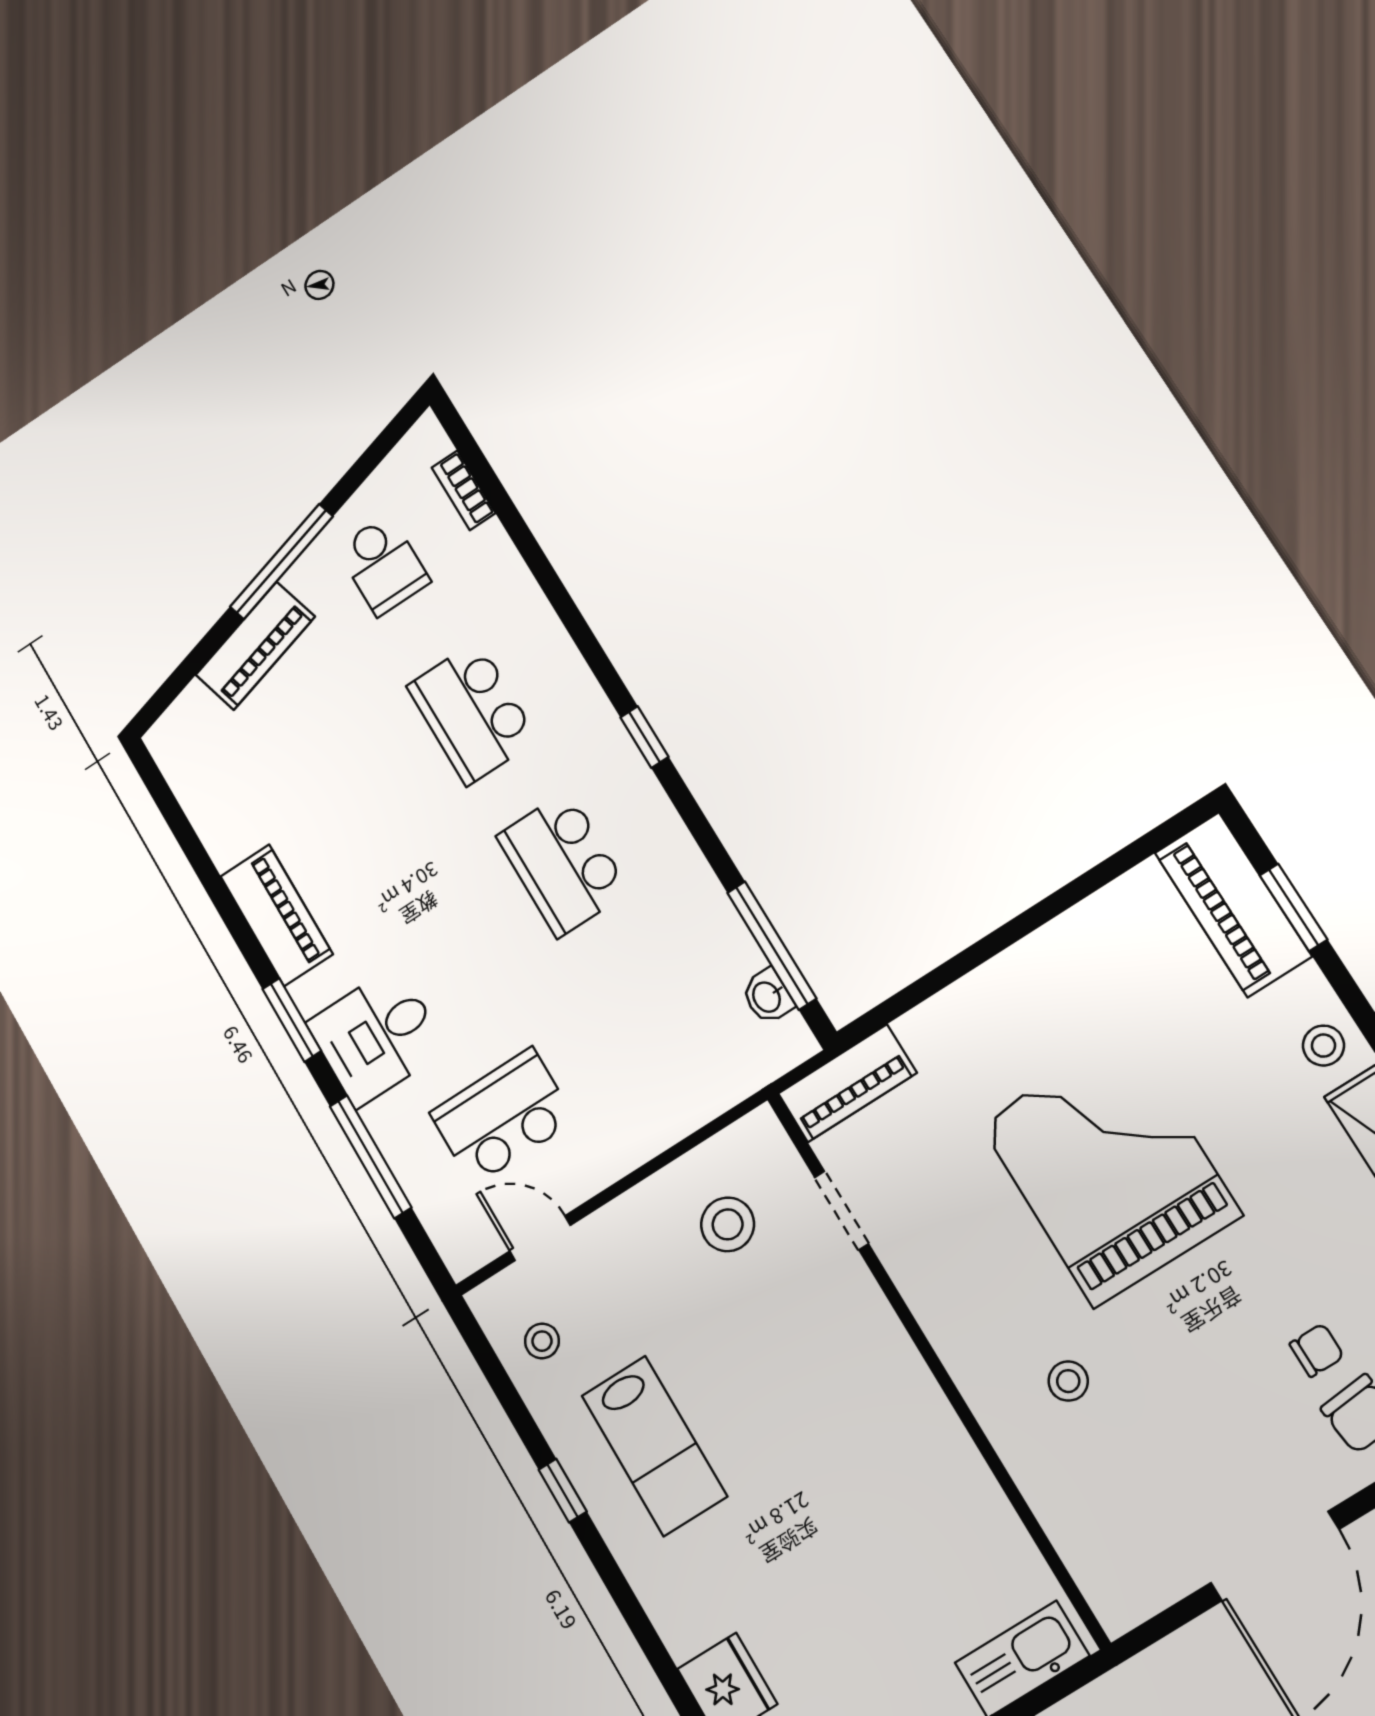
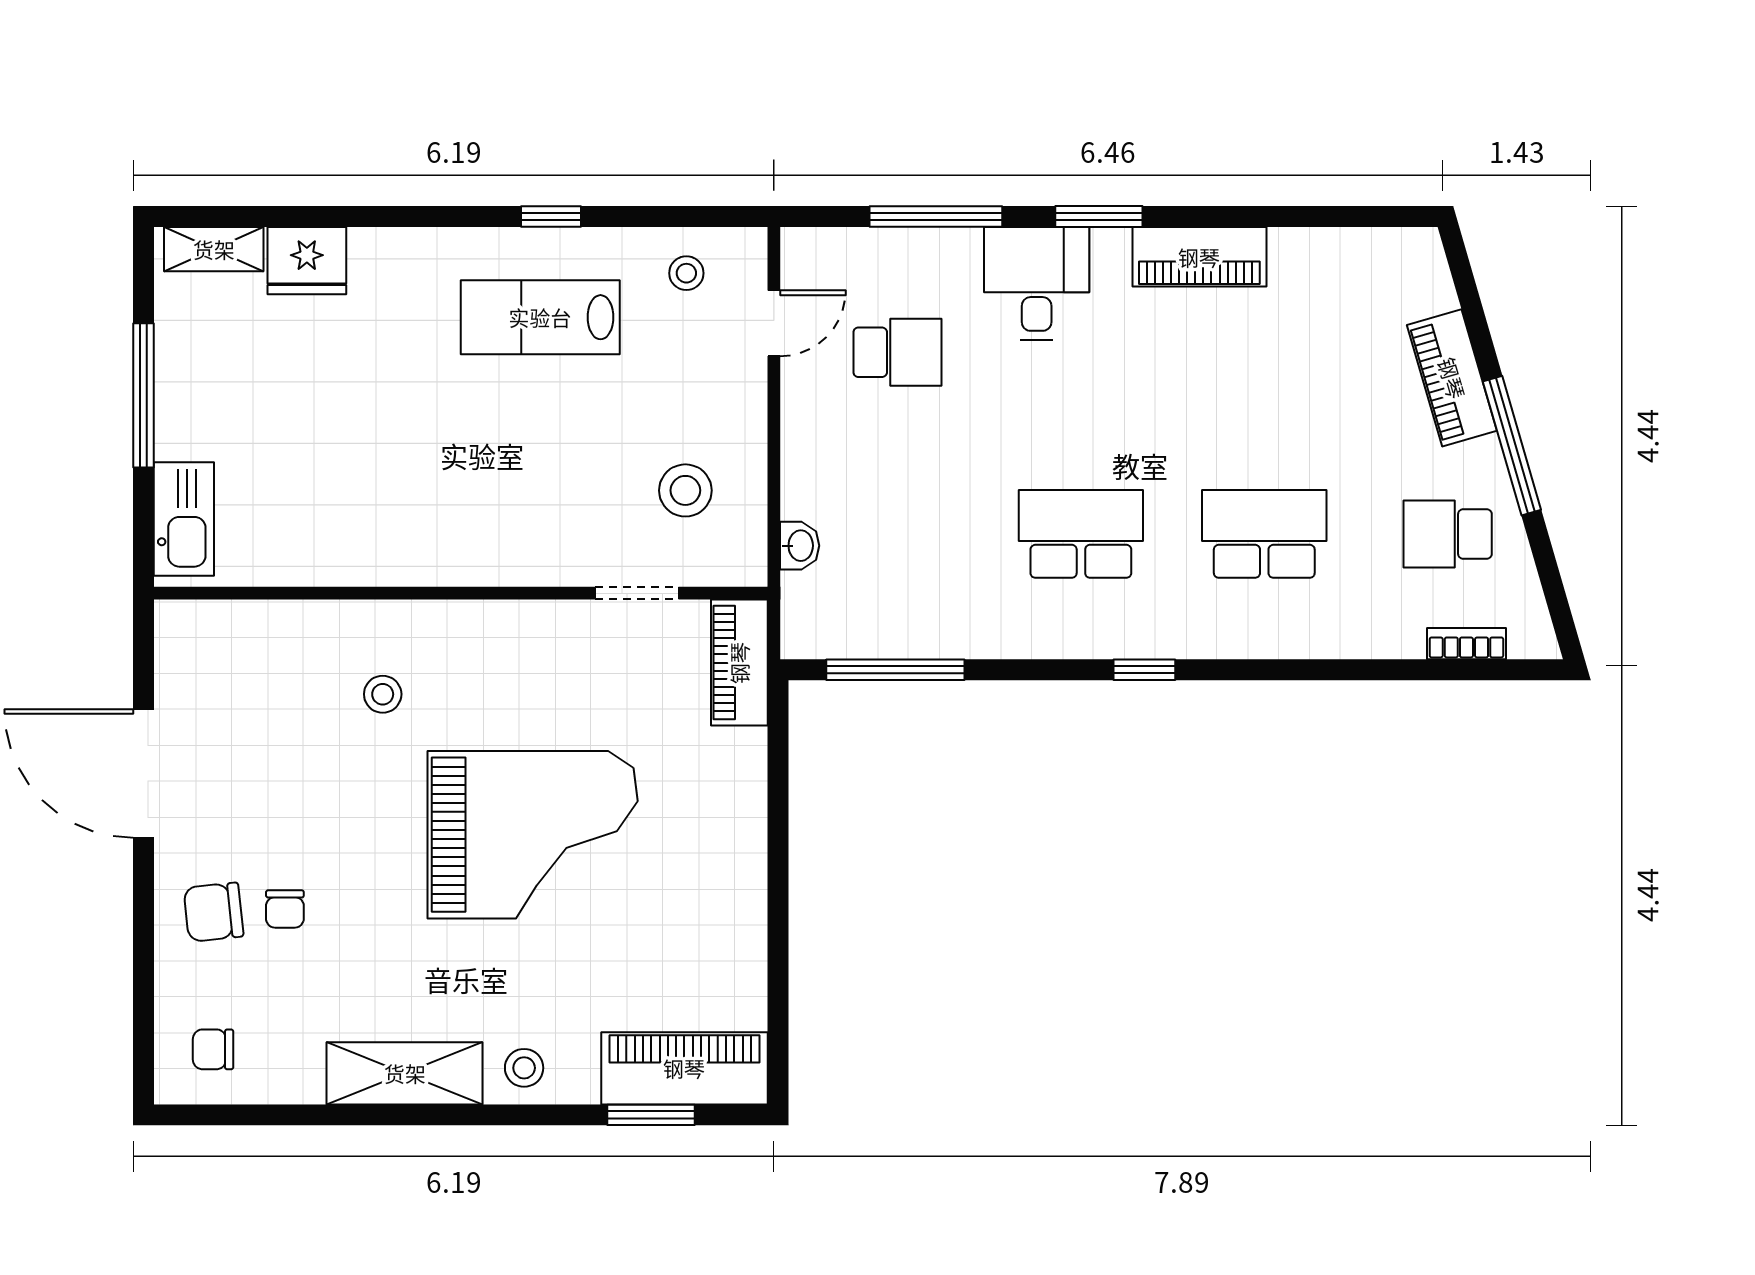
washbasin: (768, 996) -> (800, 546), moved, turned 90
school desk: (502, 1117) -> (897, 352), width x0.54

